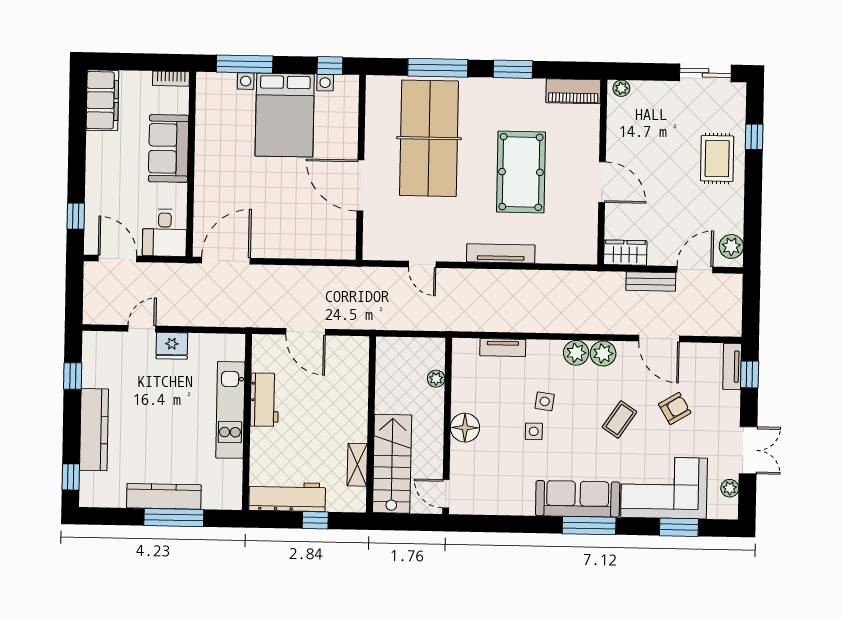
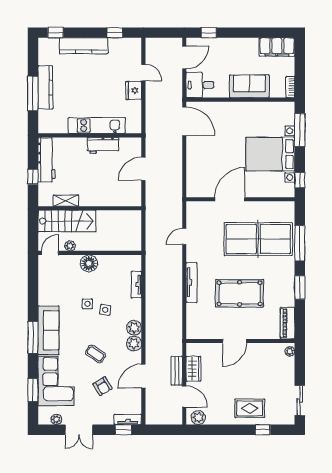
wardrobe: (625, 253) -> (193, 369), moved
plant: (436, 379) -> (70, 246), moved

